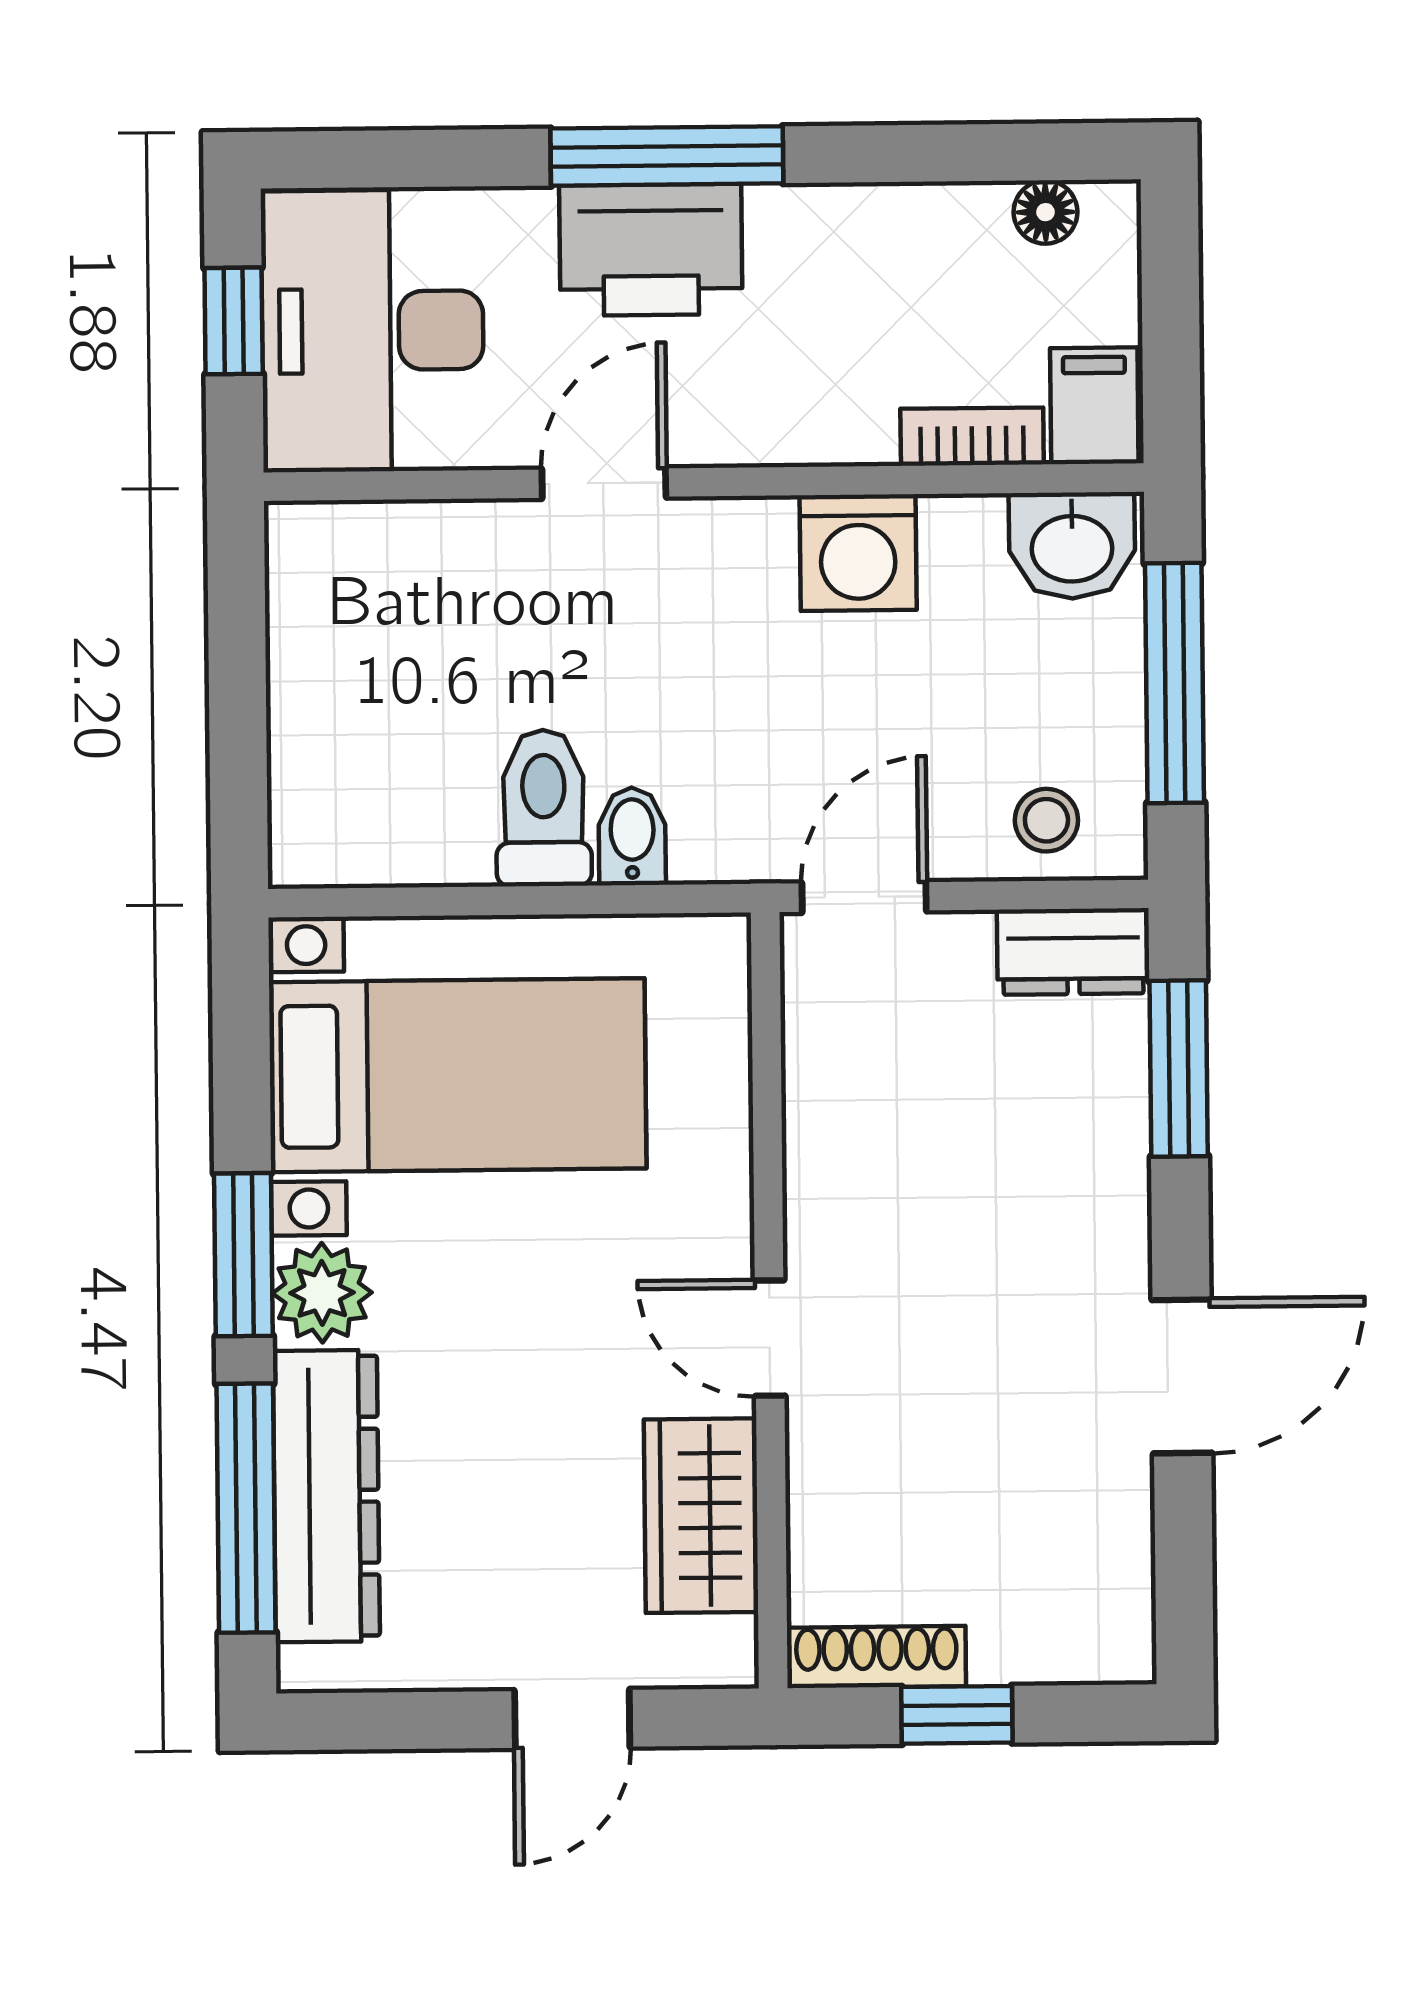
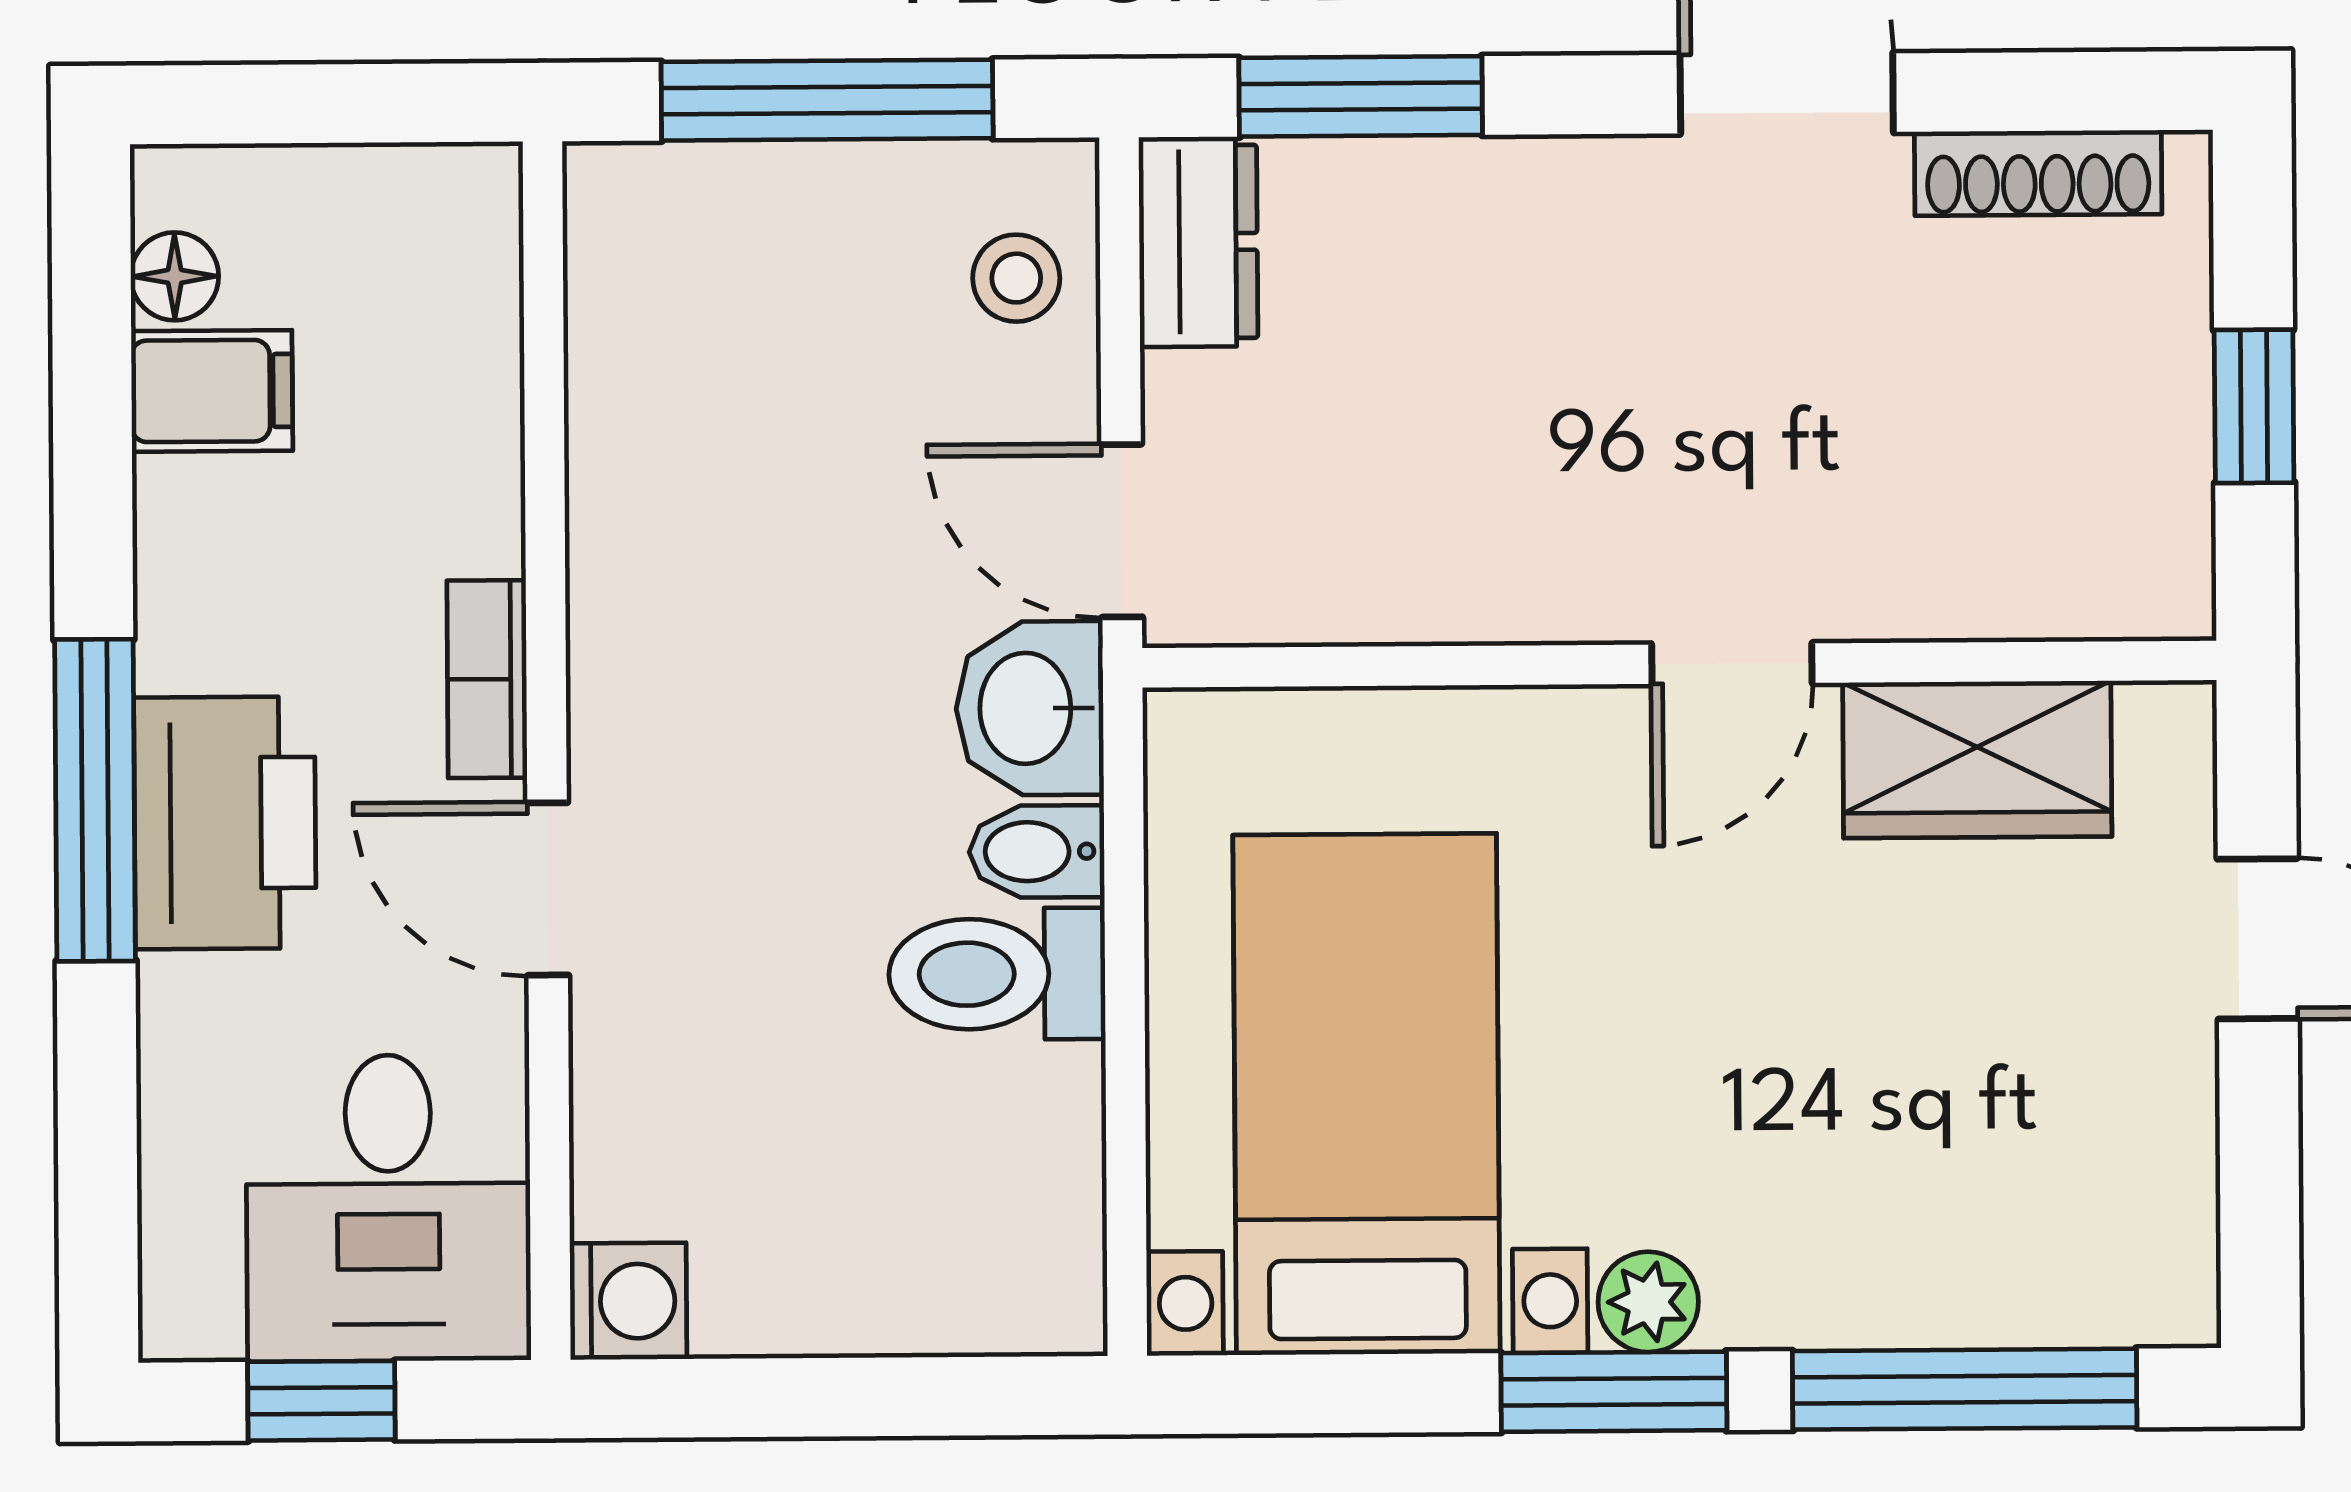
desk: (373, 331) -> (388, 1208), width x0.73
filing cabinet: (1094, 406) -> (212, 391), moved, turned 180
bookcase: (972, 437) -> (487, 679), moved
washbasin: (1072, 546) -> (1030, 708), moved, turned 180
washing machine: (858, 553) -> (628, 1301), moved, width x0.73, depth x0.73
plant: (322, 1293) -> (1648, 1302), width x0.73, depth x0.73
dresser: (326, 1496) -> (1948, 1278), removed
shoe rack: (876, 1657) -> (2038, 173), moved, turned -90

